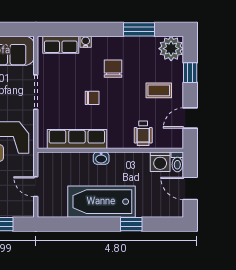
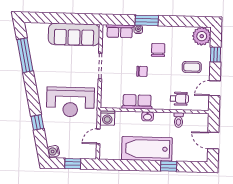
window: (139, 29) -> (147, 20), moved
wheelchair: (143, 133) -> (179, 99), turned -90
row of seats: (77, 139) -> (137, 102), width x0.68
washing machine: (160, 162) -> (107, 118), moved
toilet: (177, 162) -> (179, 120), moved
door: (36, 187) -> (98, 136), hinge flipped

